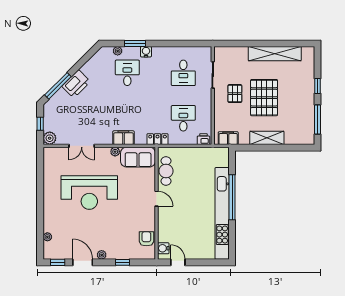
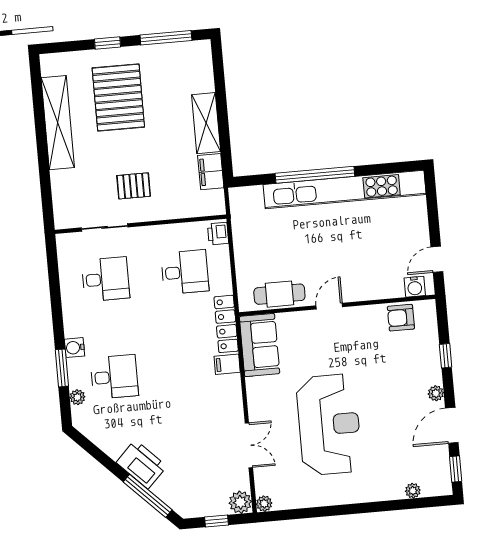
desk: (127, 73) -> (114, 377), turned 180
pallet: (264, 98) -> (118, 98), moved, turned 90
desk: (183, 118) -> (185, 272), turned 180
filing cabinet: (123, 138) -> (227, 364), width x0.50
filing cabinet: (228, 138) -> (211, 172), moved
locker: (158, 139) -> (226, 324), width x1.53
plant: (115, 152) -> (264, 504), moved

